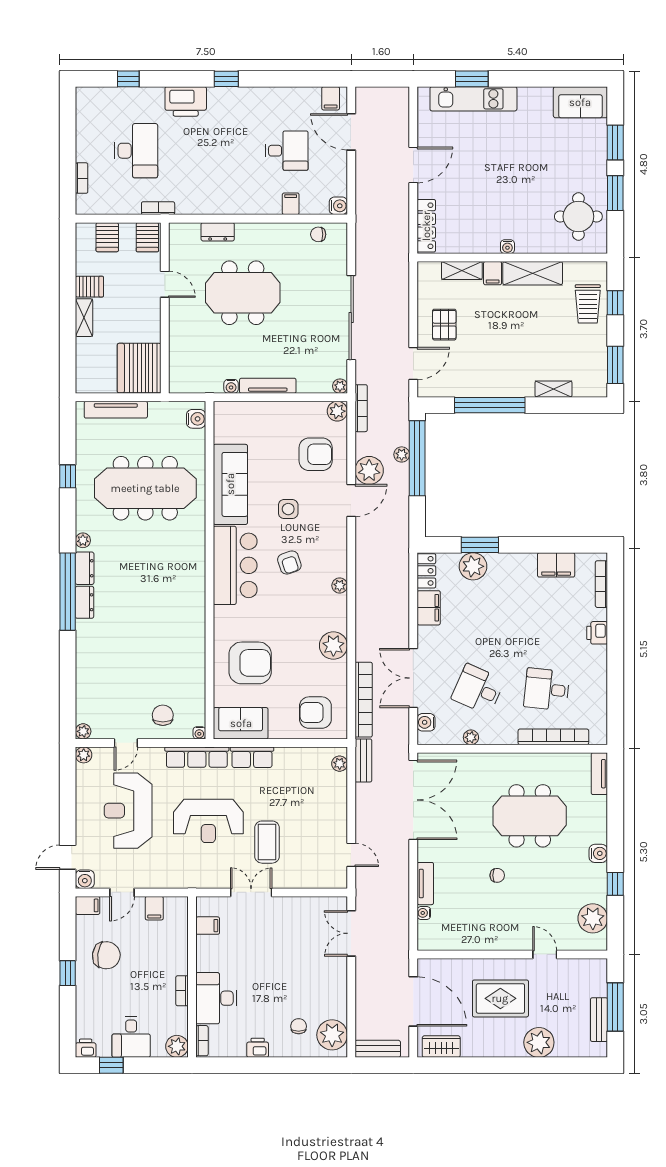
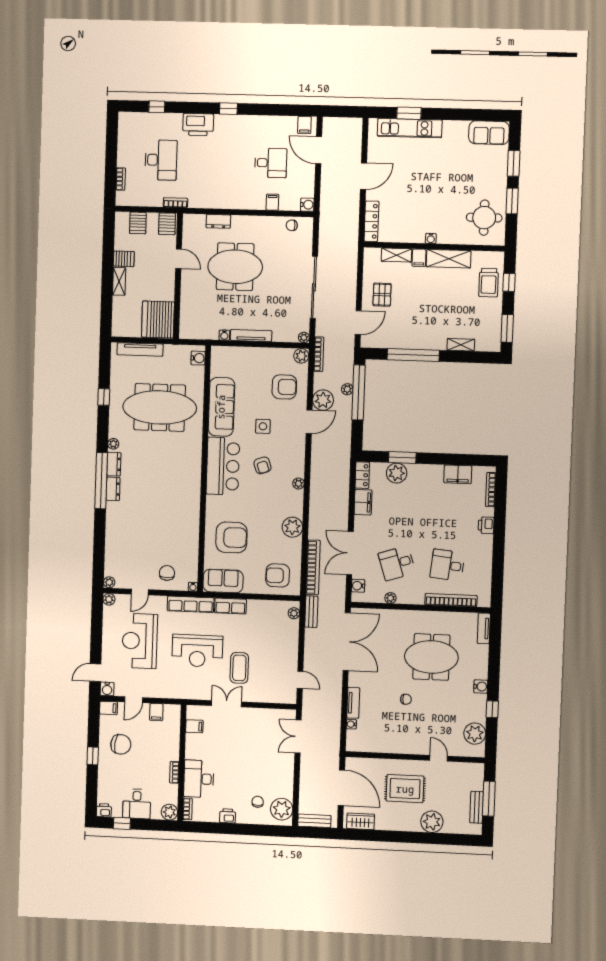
desk: (478, 689) -> (397, 563), turned -42

